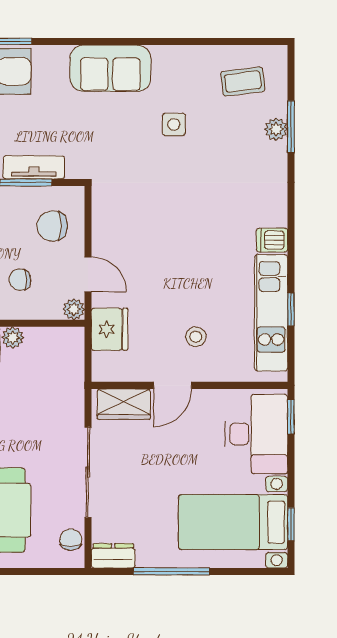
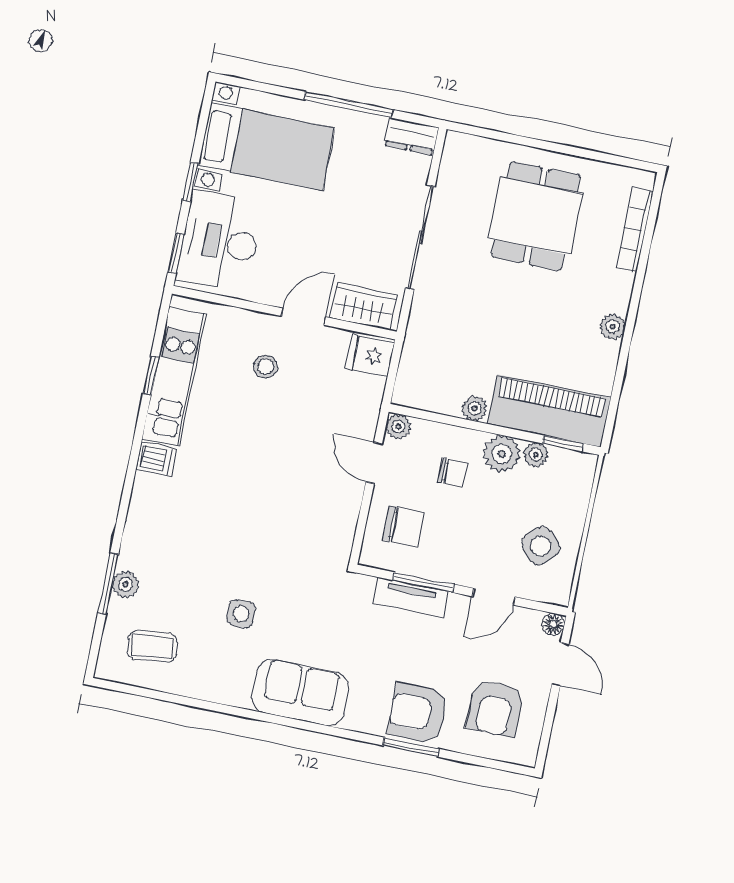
fridge: (110, 329) -> (370, 356), moved, width x0.72
window: (291, 524) -> (191, 182), moved
chair: (71, 540) -> (456, 165), removed

